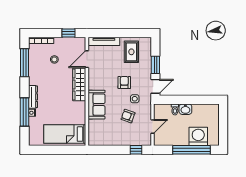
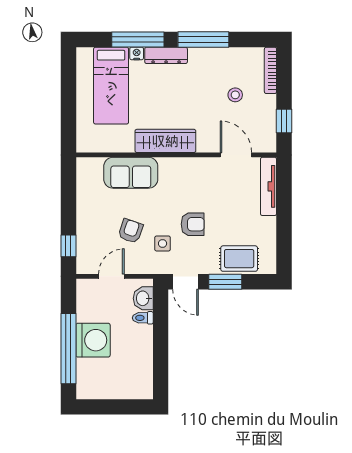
rug: (131, 52) -> (239, 259), moved
window: (24, 63) -> (203, 40), moved
wardrobe: (79, 84) -> (165, 141), moved
sofa: (96, 105) -> (131, 173), moved
washbasin: (185, 109) -> (143, 298), moved
door: (153, 126) -> (111, 276), swing flipped
bed: (65, 134) -> (111, 86), moved, turned 180
washing machine: (198, 136) -> (93, 340), moved

